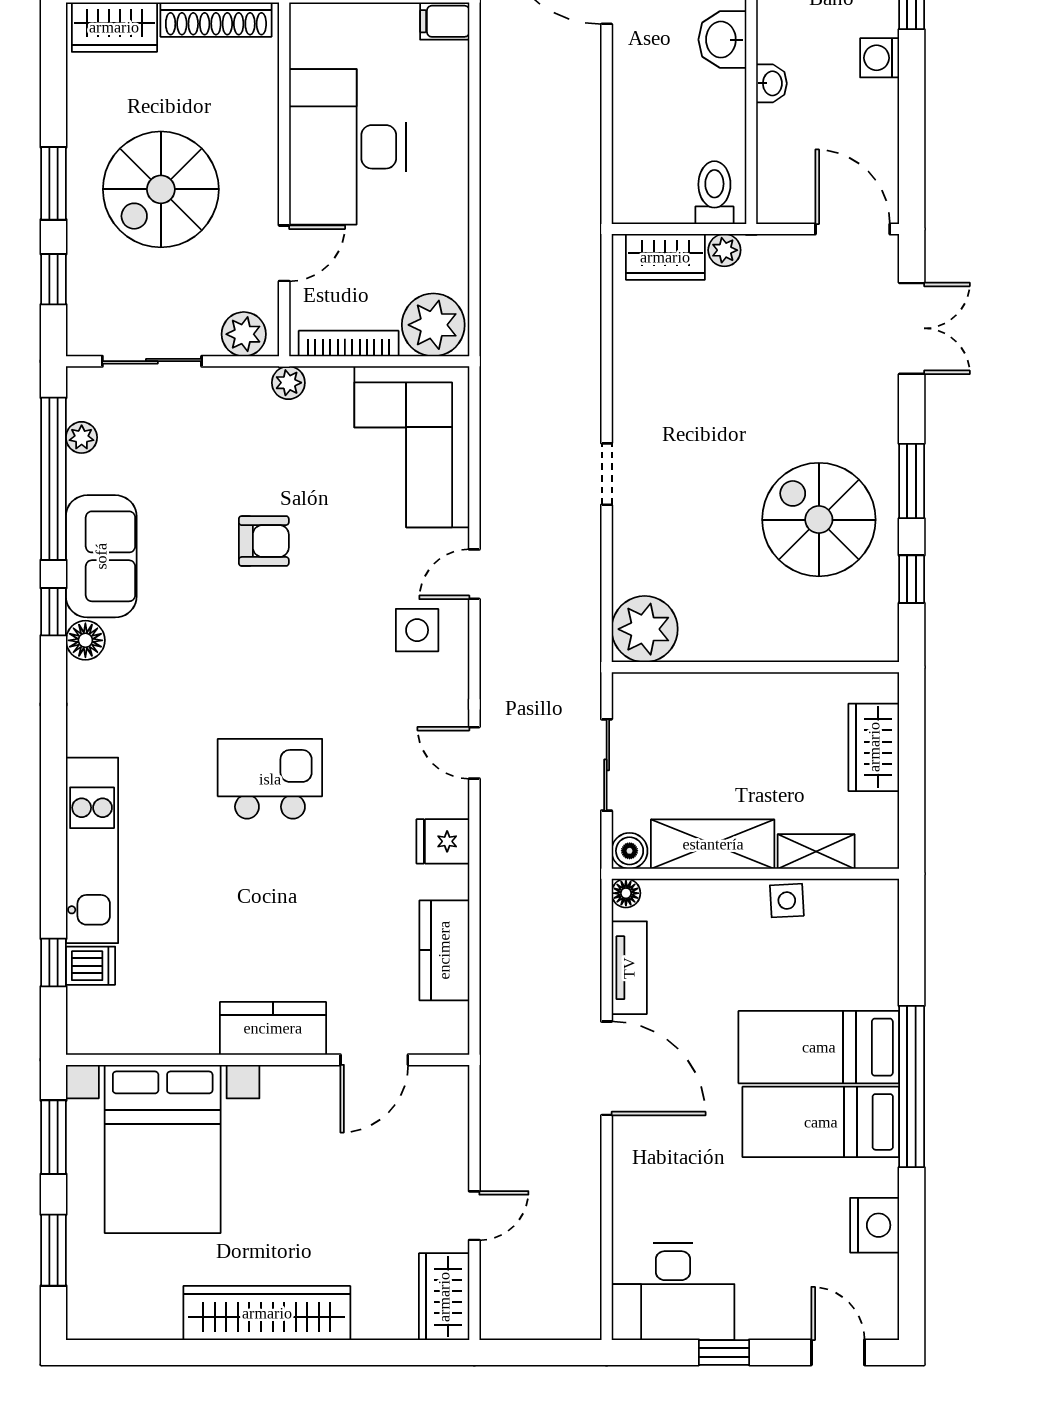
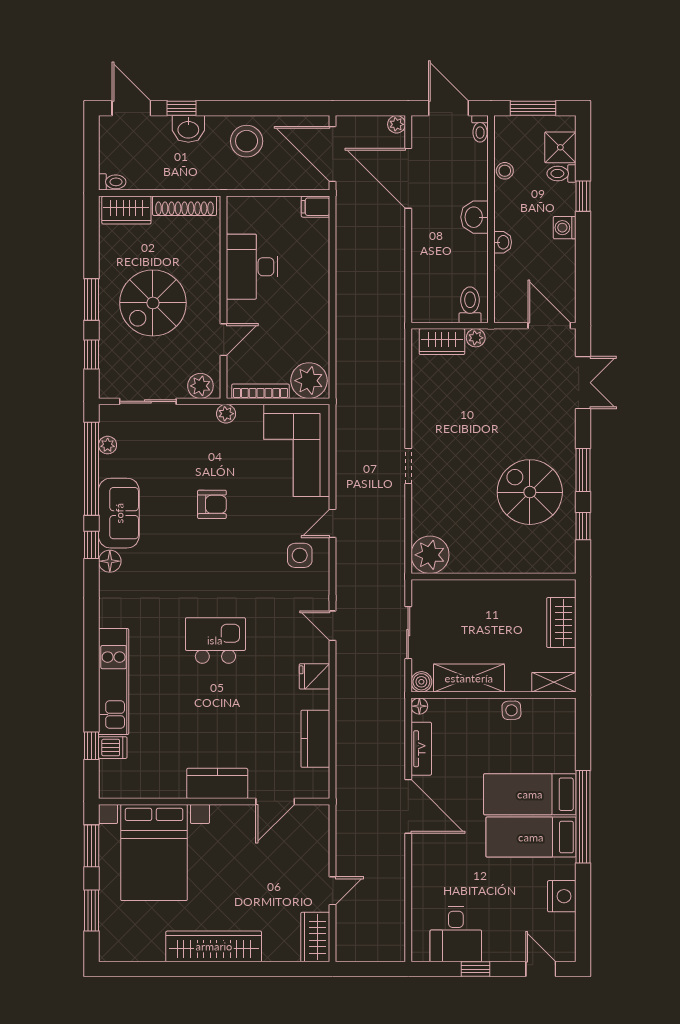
desk: (347, 147) -> (252, 267), width x0.73, depth x0.77
shelving: (816, 852) -> (554, 682), moved
desk: (673, 1292) -> (456, 934), width x0.73

